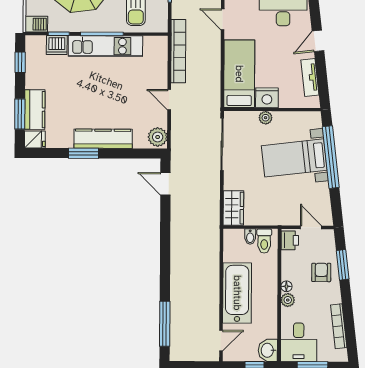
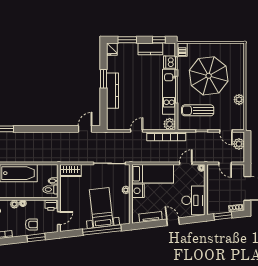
kitchen counter: (35, 110) -> (150, 49), moved
plant: (158, 137) -> (170, 124), moved

